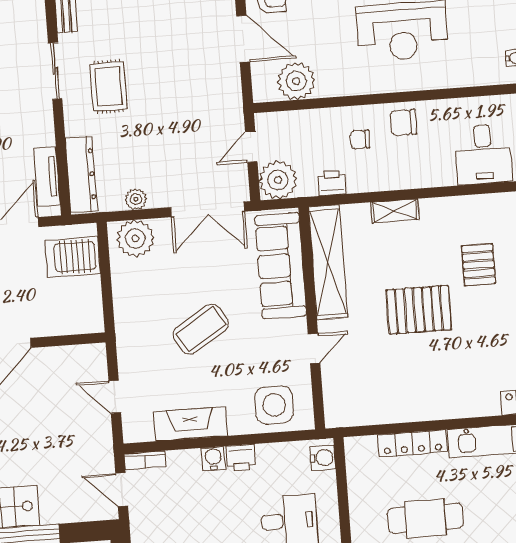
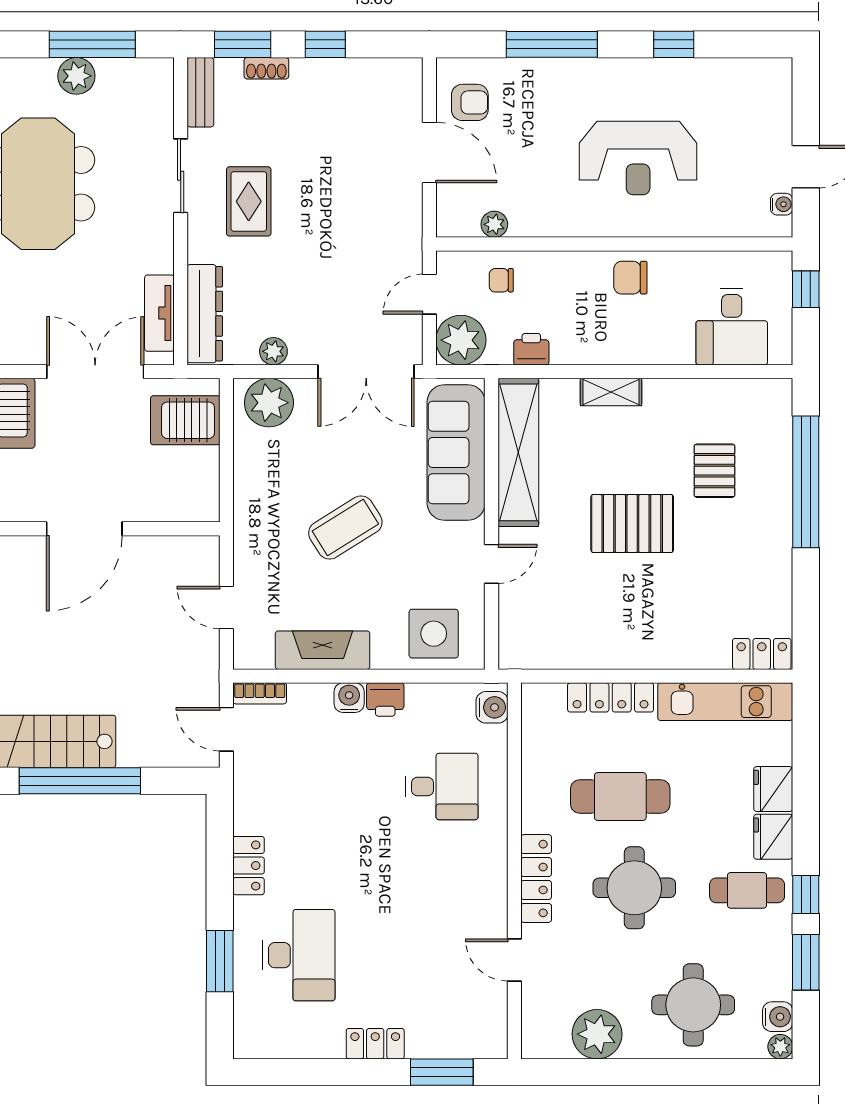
plant: (296, 81) -> (494, 224), width x0.53, depth x0.53
chair: (360, 139) -> (501, 280), moved

